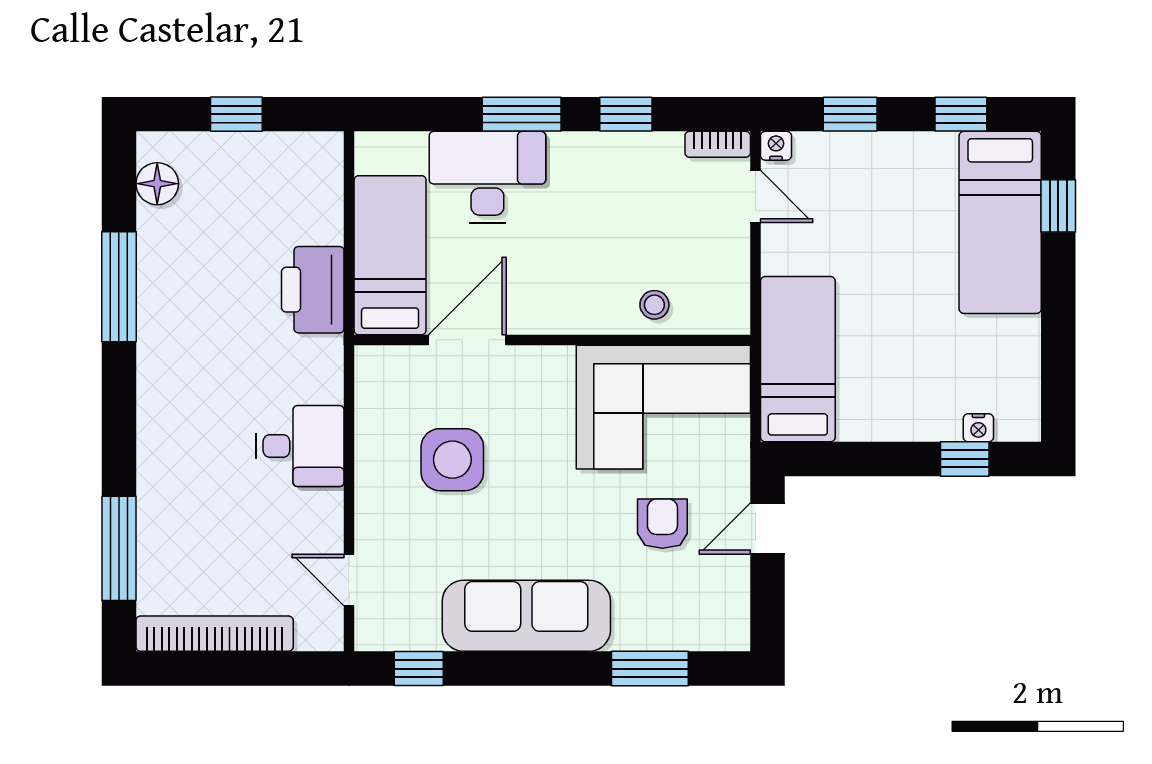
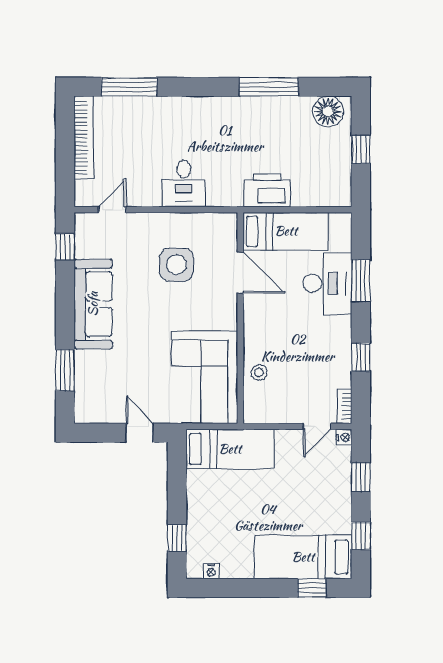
window: (522, 114) -> (361, 281), moved
floor lamp: (157, 184) -> (328, 111), width x1.38, depth x1.38
nightstand: (978, 428) -> (211, 571), moved, turned -90
armchair: (662, 524) -> (142, 377), removed

